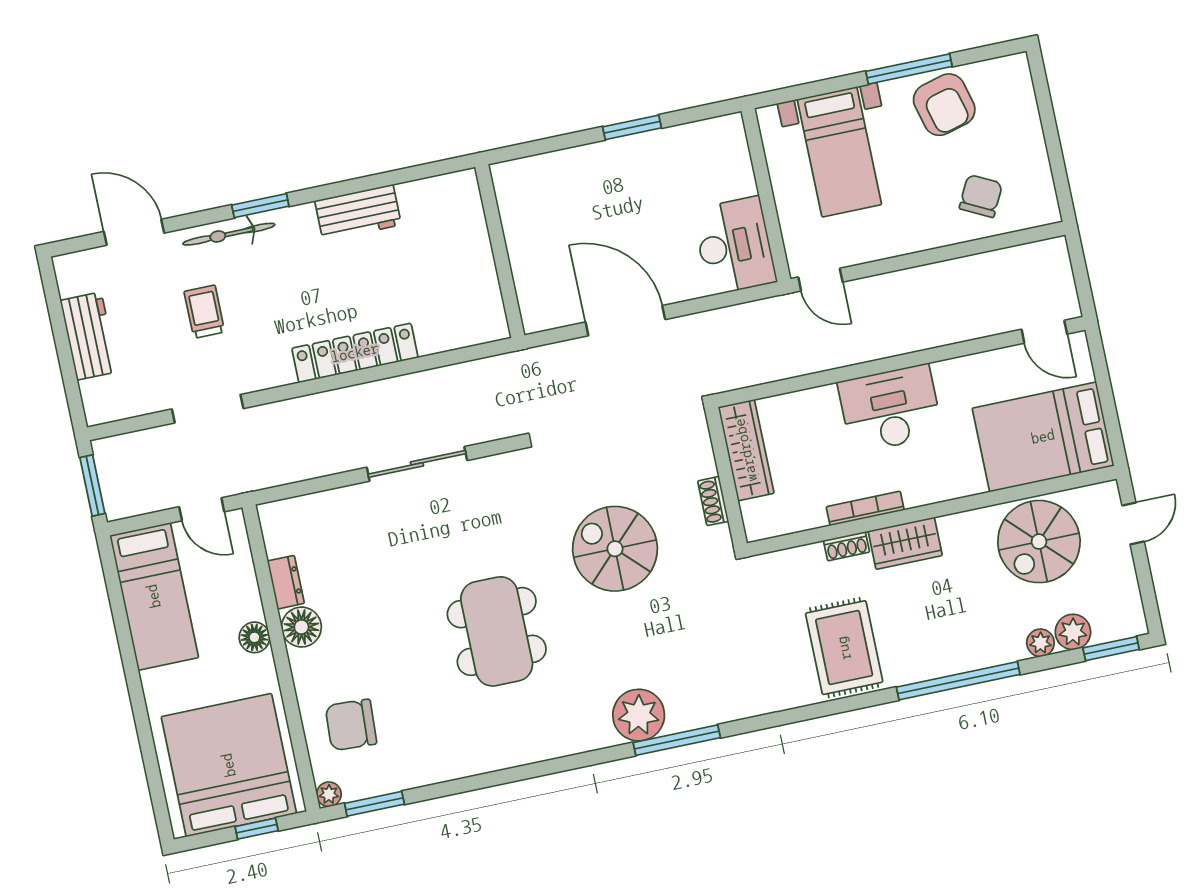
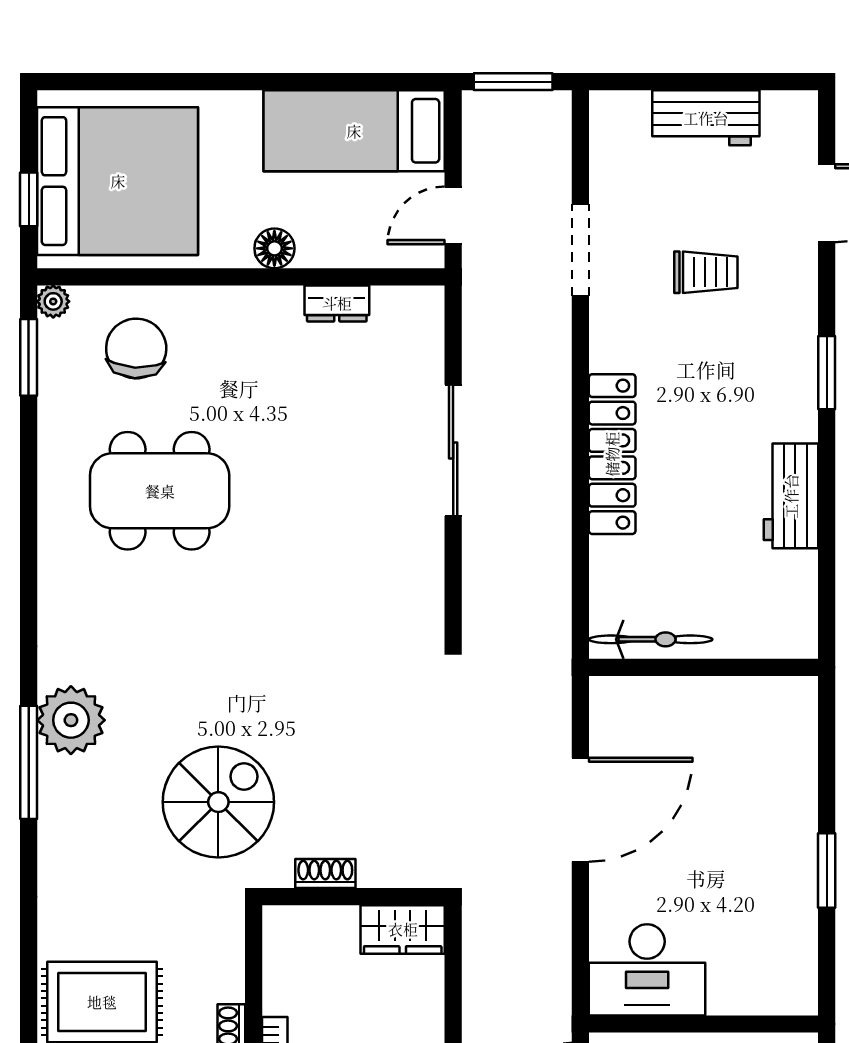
bicycle: (229, 234) -> (651, 639), moved, turned 90
wardrobe: (746, 450) -> (403, 929), width x0.67
sliding door: (417, 464) -> (453, 450), moved
spiral stairs: (615, 549) -> (218, 802), moved
floor lamp: (301, 627) -> (275, 311), removed
dining table: (497, 631) -> (160, 491), moved

